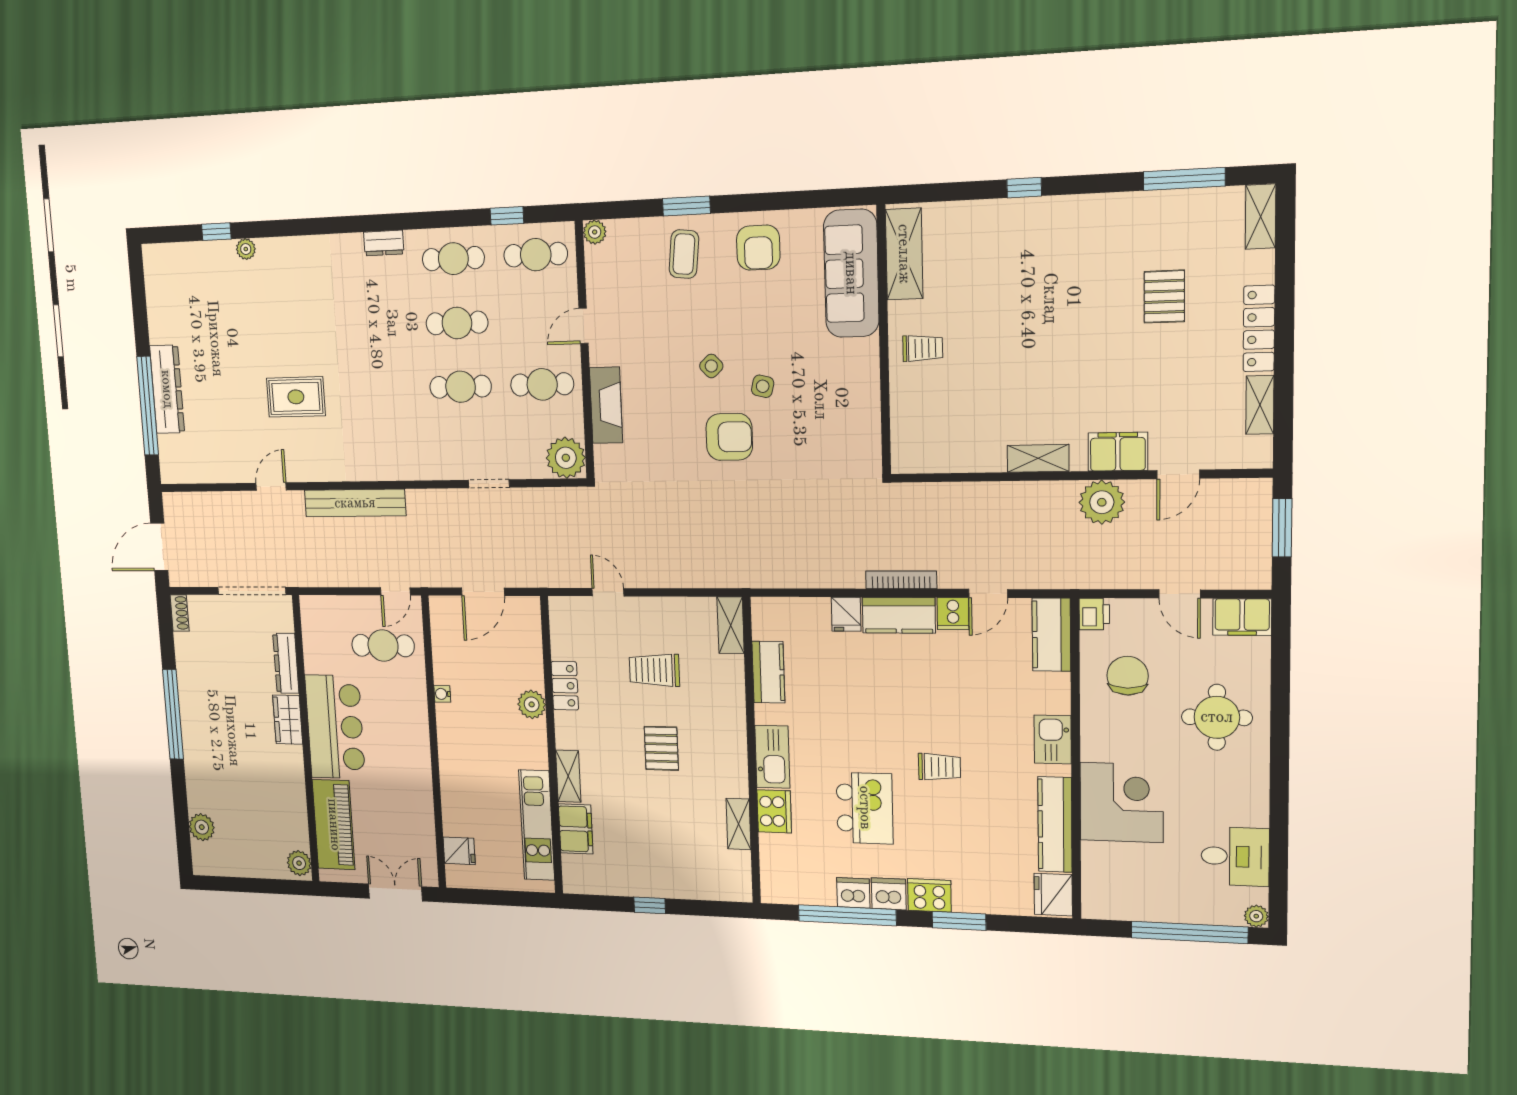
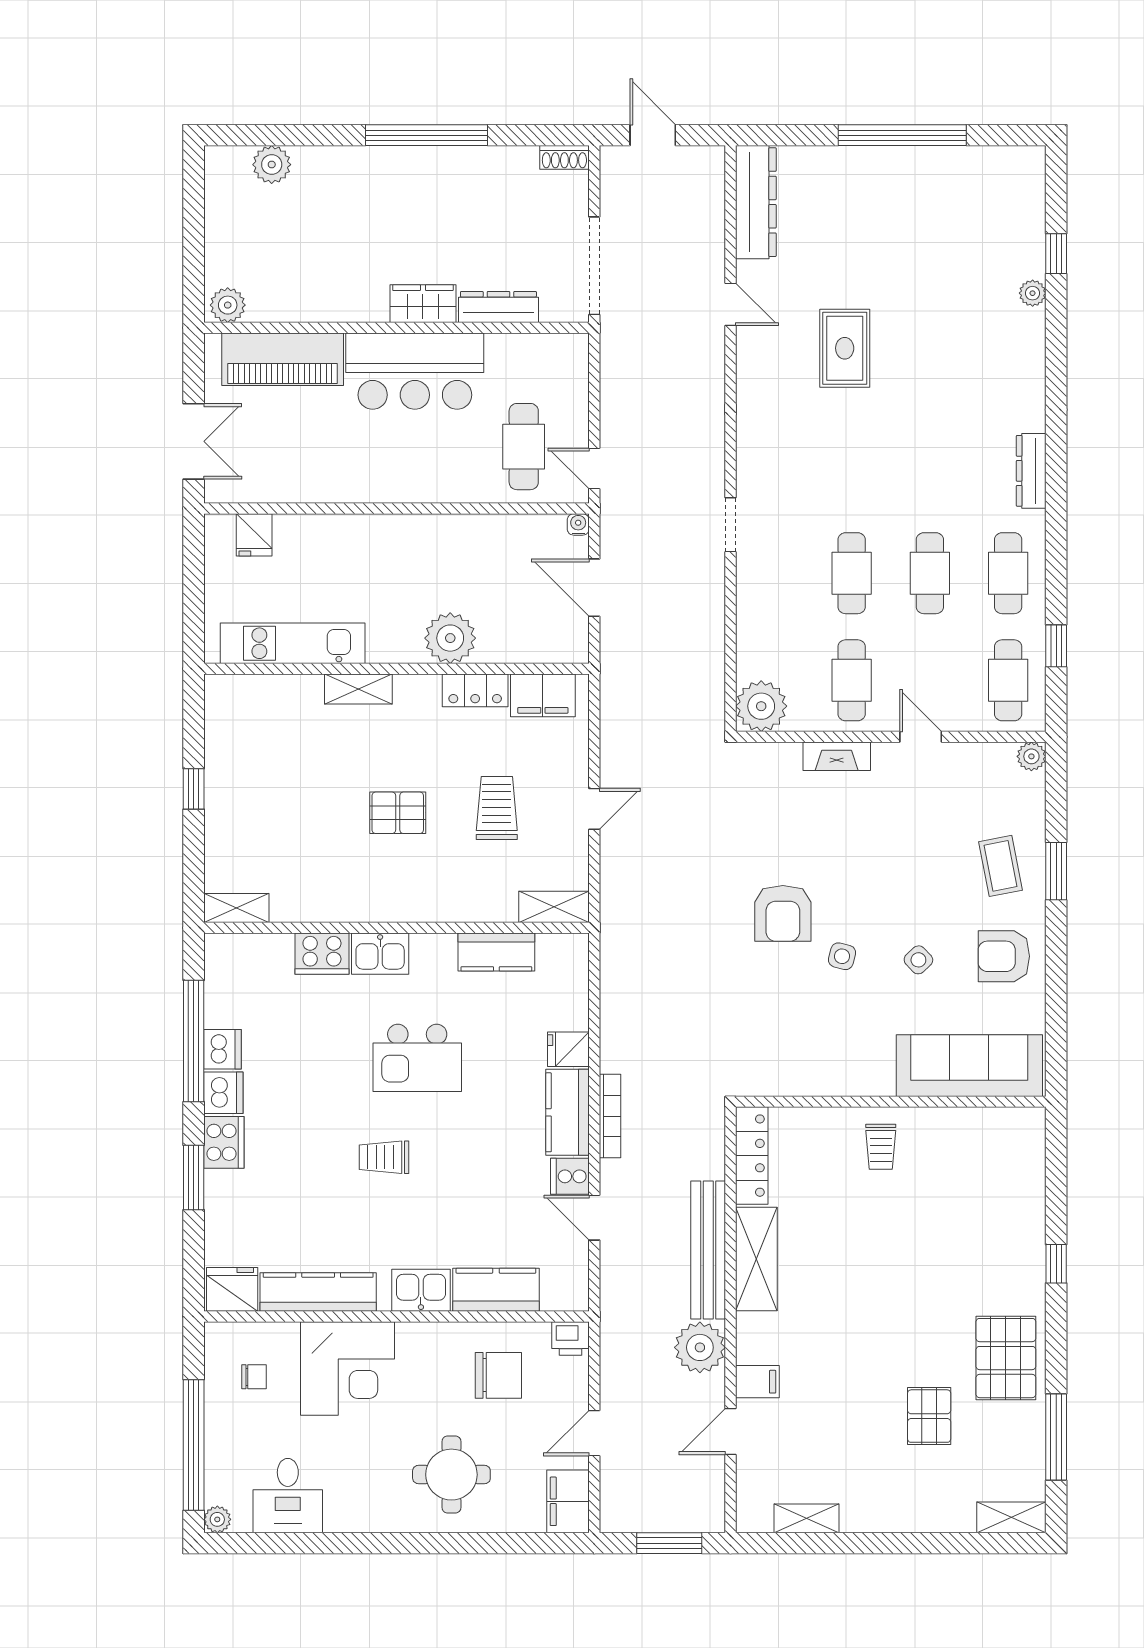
pallet: (1110, 229) -> (1006, 1358), added
dresser: (384, 243) -> (1031, 471), width x1.44
coffee table: (684, 254) -> (1000, 866), turned 73
shelving: (904, 254) -> (989, 1127), removed
pallet: (1164, 297) -> (929, 1416), turned 90
locker: (1259, 328) -> (752, 1156), moved, turned 90
side table: (711, 366) -> (918, 960), moved
dresser: (167, 389) -> (756, 202), moved, turned -90
fireplace: (606, 405) -> (837, 756), width x0.73, depth x0.76
window: (148, 406) -> (902, 135), moved
filing cabinet: (1118, 452) -> (757, 1382), width x0.50
shelving: (1038, 458) -> (756, 1259), width x1.50, depth x1.33
door: (1178, 474) -> (731, 1431), hinge flipped
doorway: (489, 484) -> (731, 525), moved
bench: (355, 503) -> (708, 1250), moved
door: (159, 547) -> (653, 135), width x0.73
door: (608, 592) -> (594, 809), moved
kitchen counter: (1051, 635) -> (496, 1290), moved
water cooler: (442, 694) -> (578, 524), moved
plant: (532, 704) -> (450, 638), width x1.36, depth x1.36
kitchen sink: (772, 757) -> (380, 954), width x0.73
trolley: (939, 767) -> (384, 1157), turned 90
kitchen island: (865, 808) -> (417, 1058), moved
shelving: (739, 824) -> (236, 908), moved
filing cabinet: (576, 829) -> (543, 695), moved
chair: (1129, 880) -> (254, 1377), added

